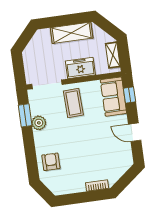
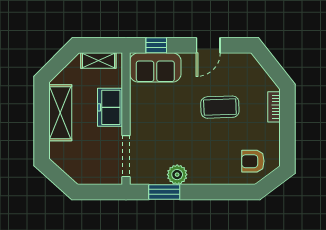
coffee table: (73, 103) -> (220, 107), moved
armchair: (51, 162) -> (253, 161), moved

